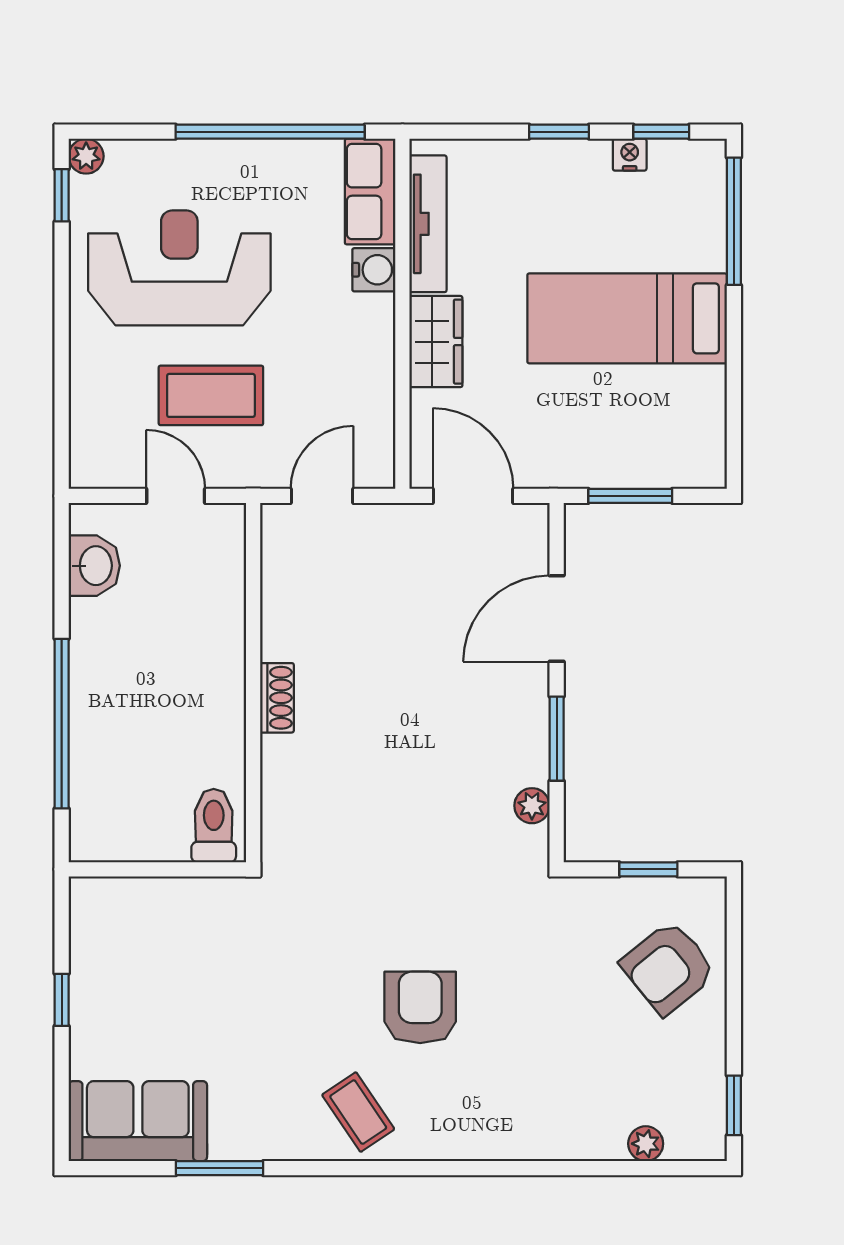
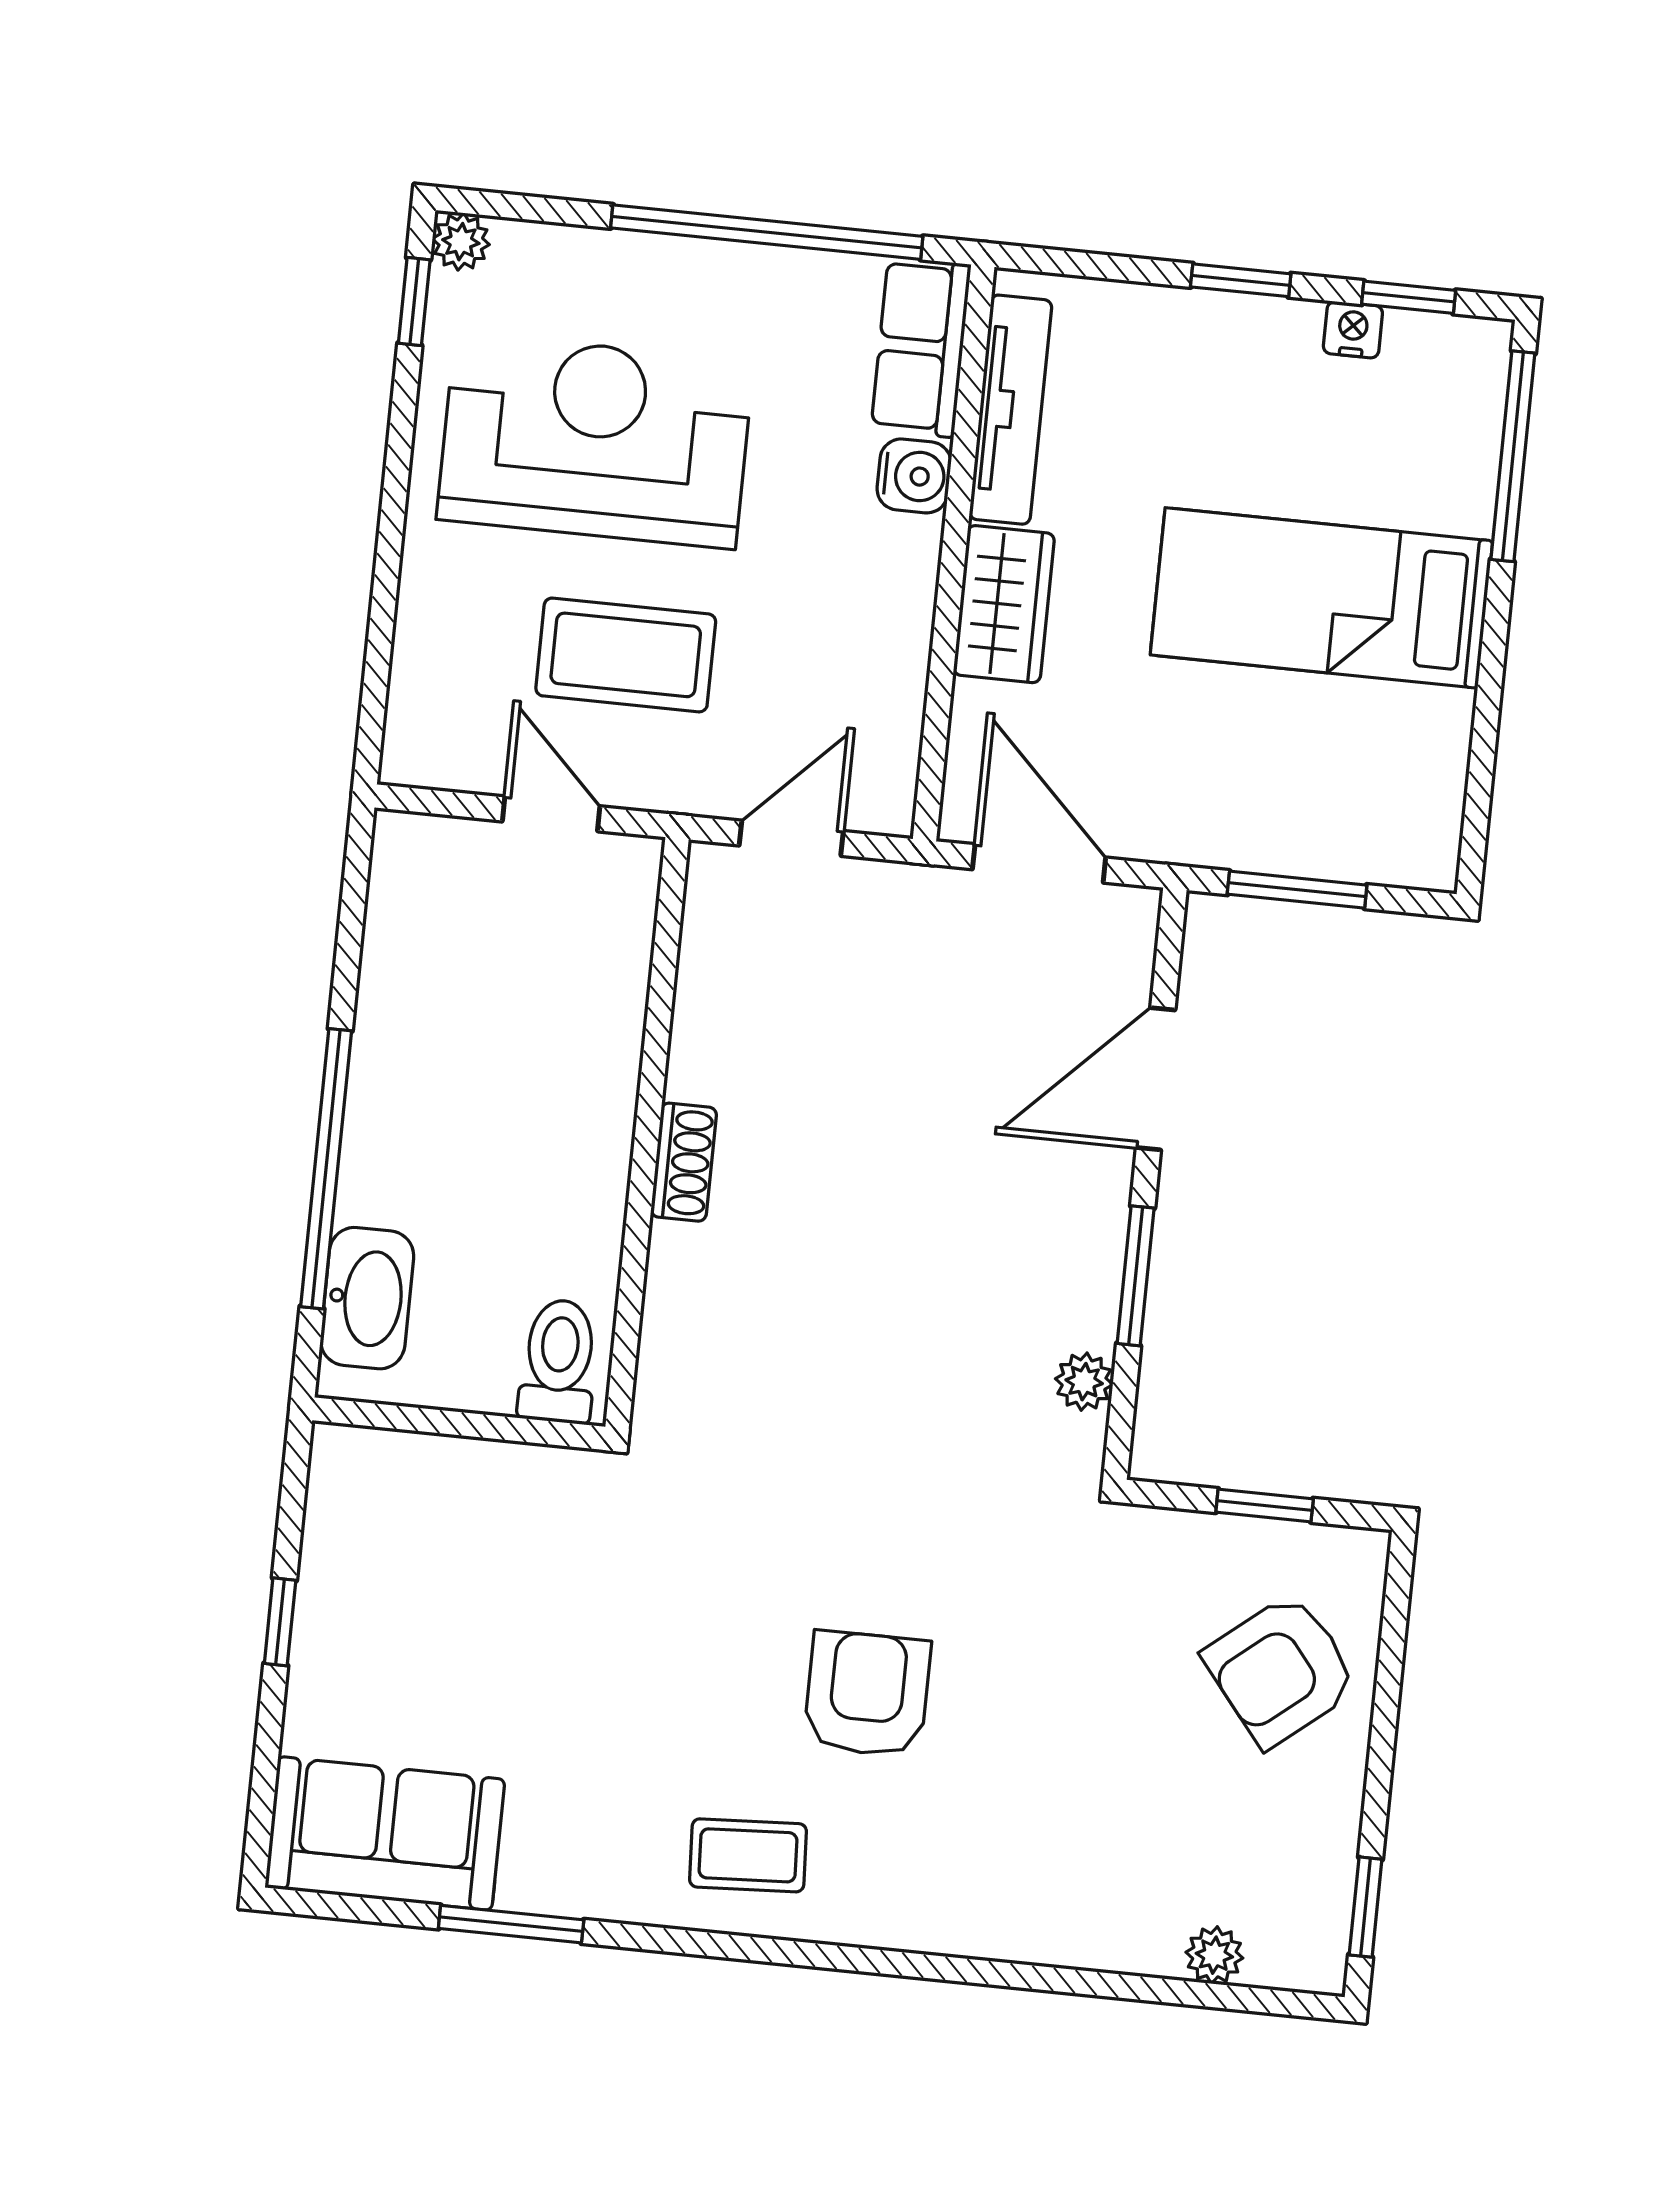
washbasin: (94, 566) -> (367, 1298), moved, width x1.38
coffee table: (358, 1112) -> (748, 1855), turned -59

